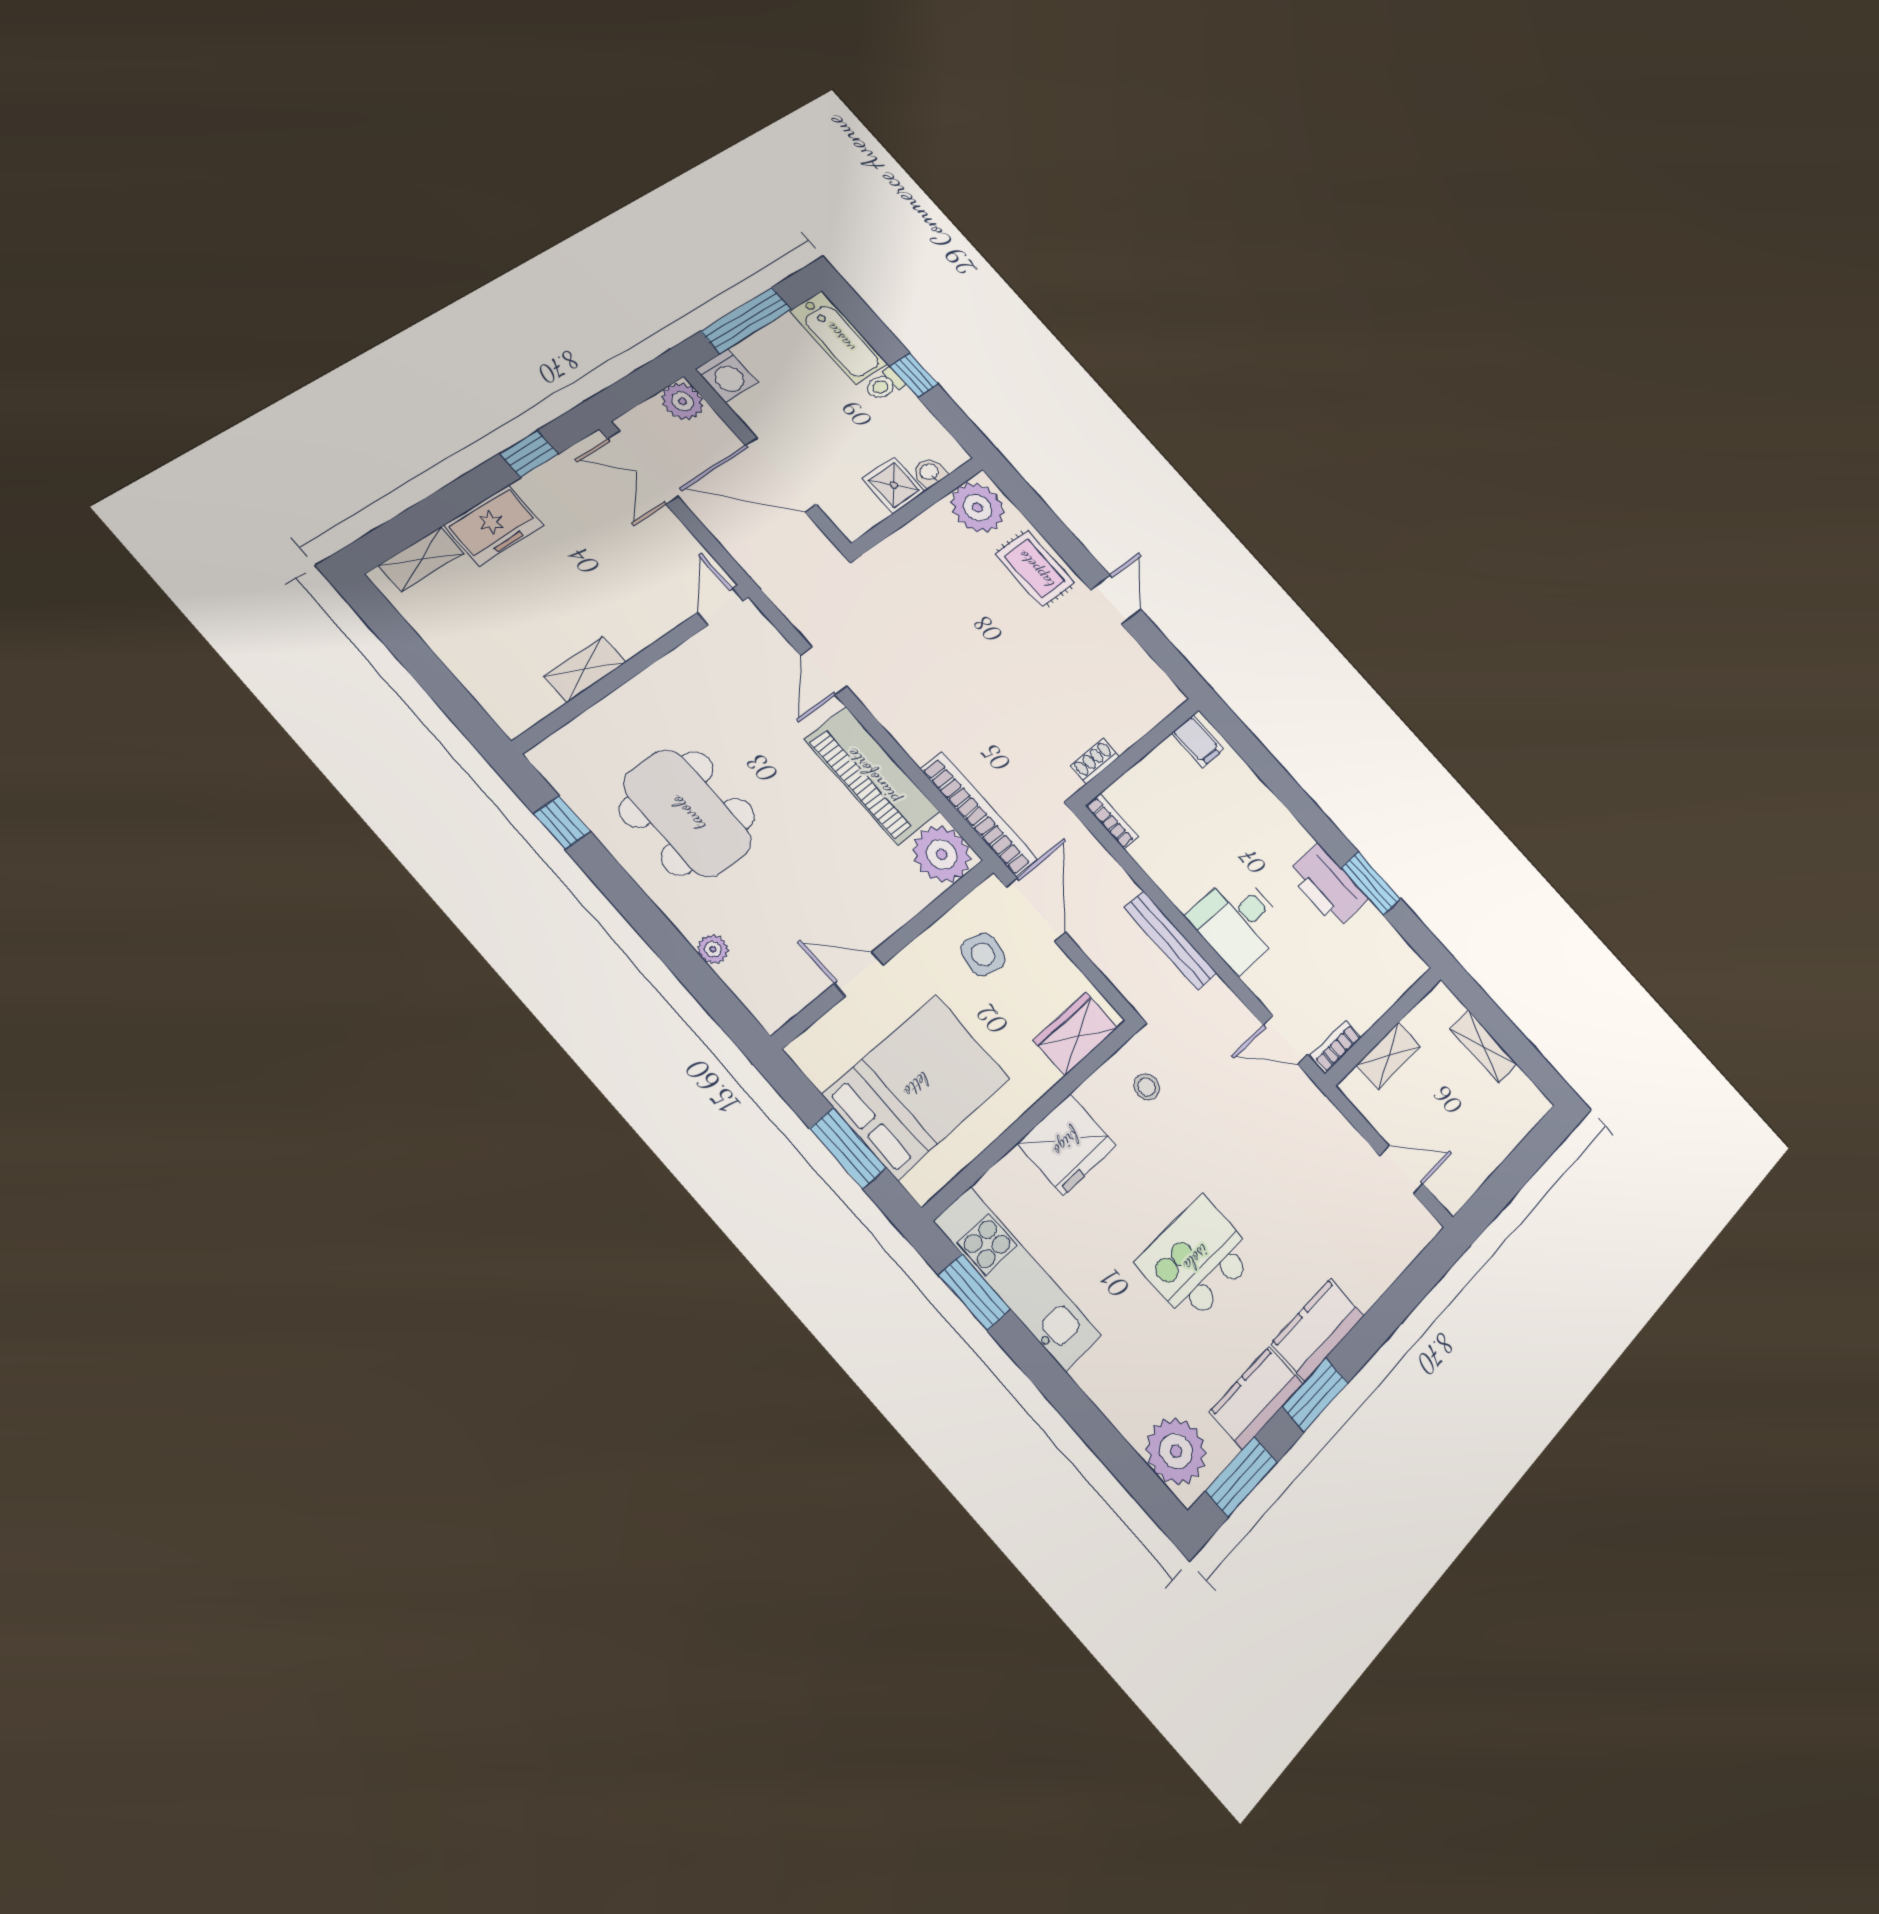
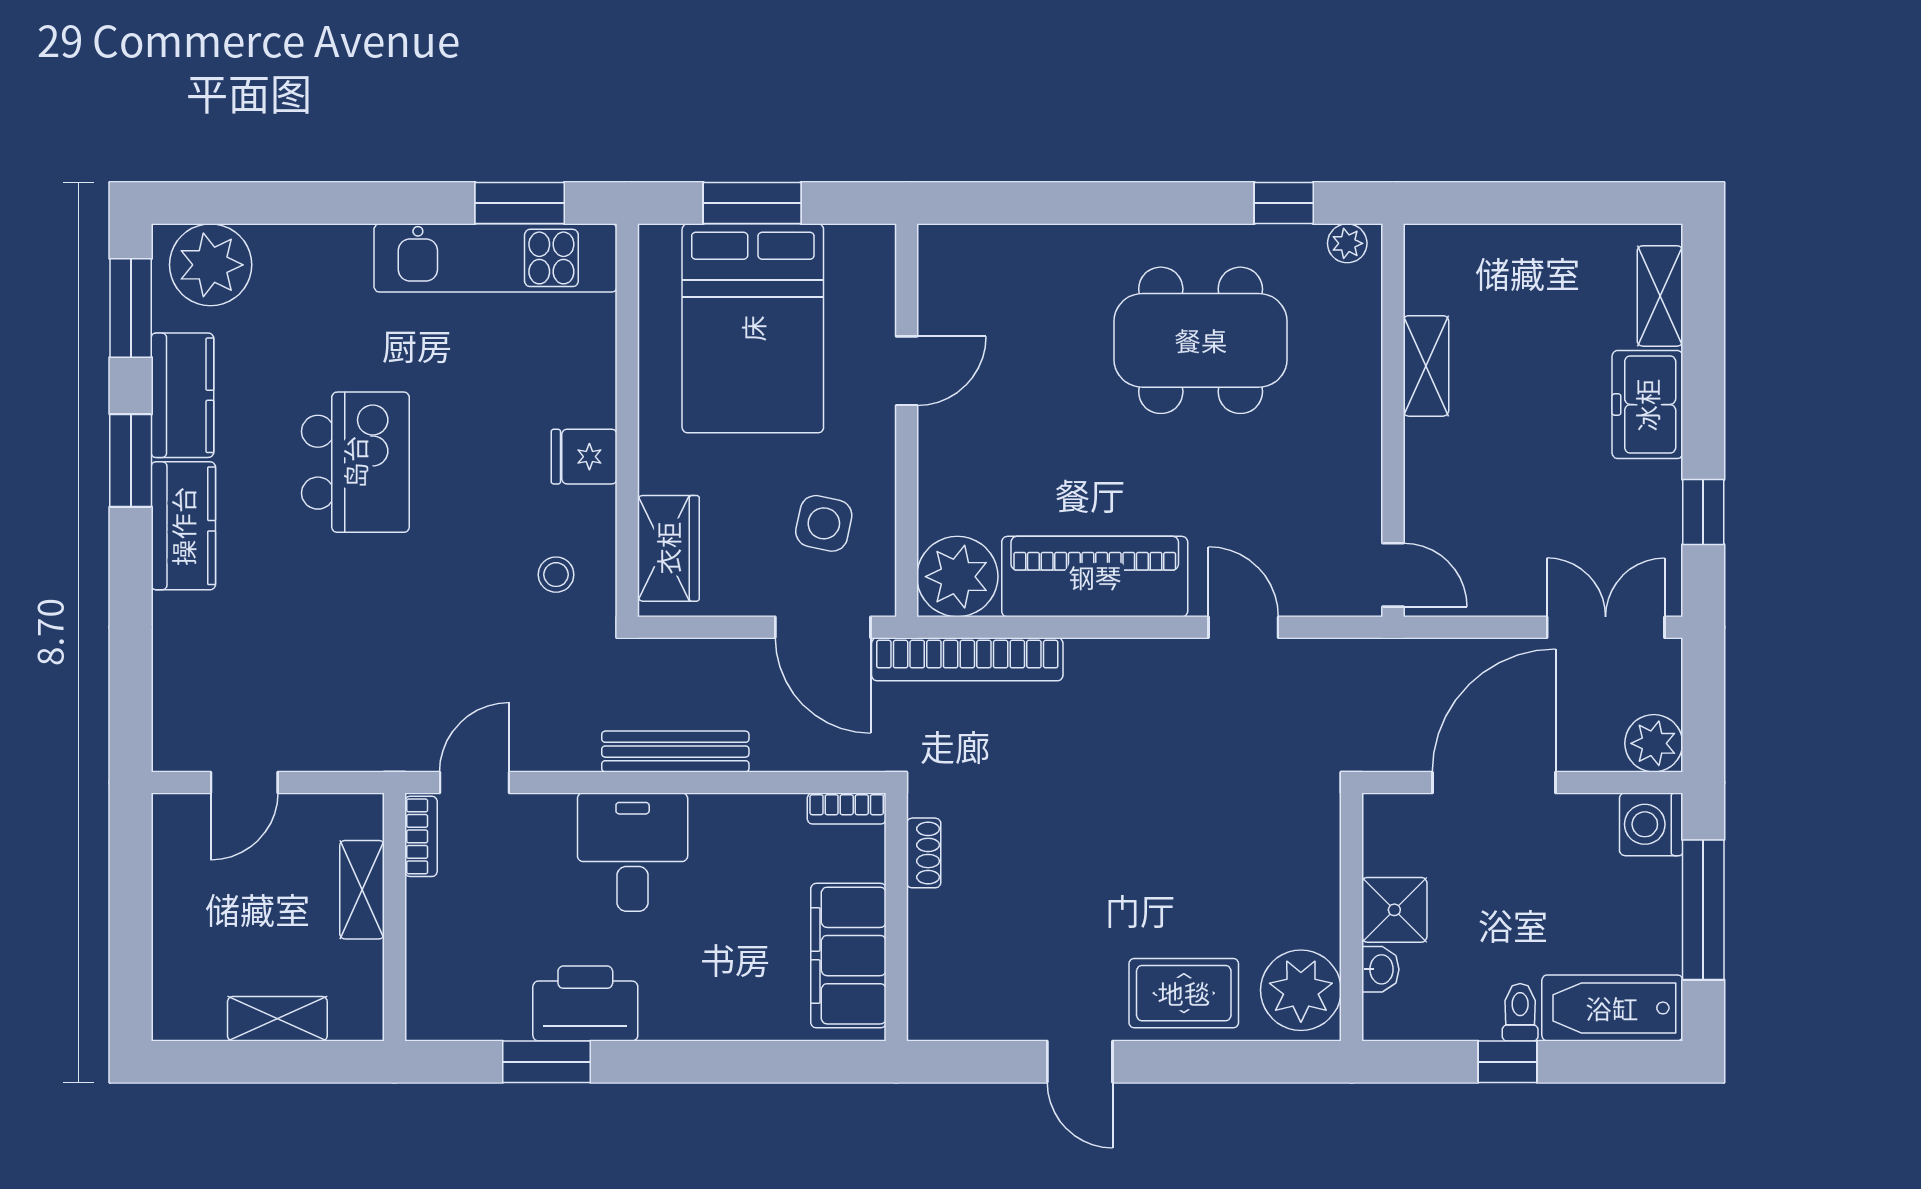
filing cabinet: (1198, 741) -> (848, 956), width x3.00, depth x1.17
plant: (713, 949) -> (1347, 243), moved
fridge: (1067, 1144) -> (584, 457), width x0.53, depth x0.75

